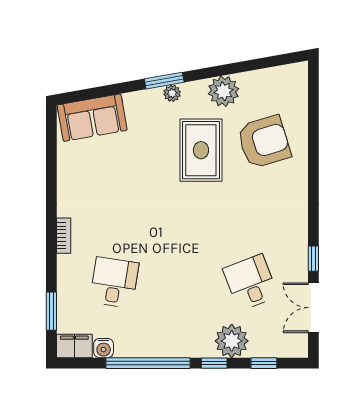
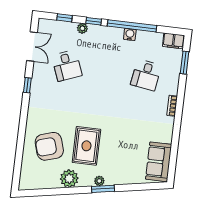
sofa: (92, 118) -> (159, 162), moved, turned -80
window: (313, 259) -> (27, 85), moved
plant: (232, 341) -> (82, 28), width x0.53, depth x0.53
water cooler: (104, 348) -> (130, 34), moved

